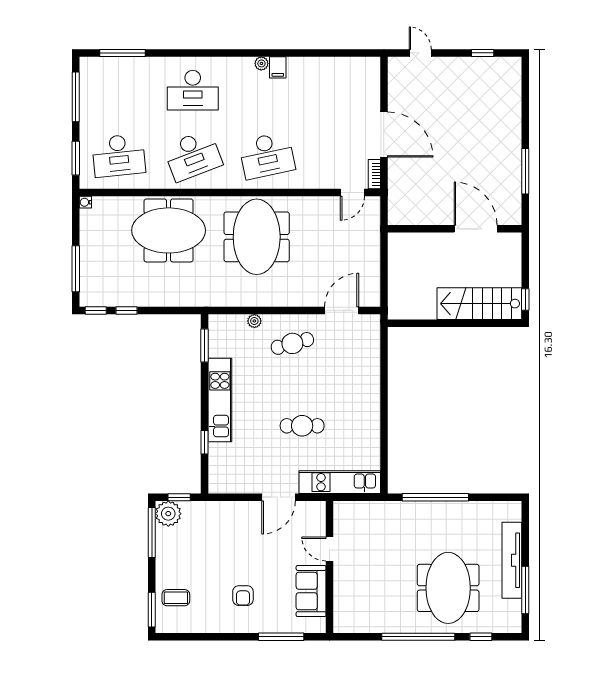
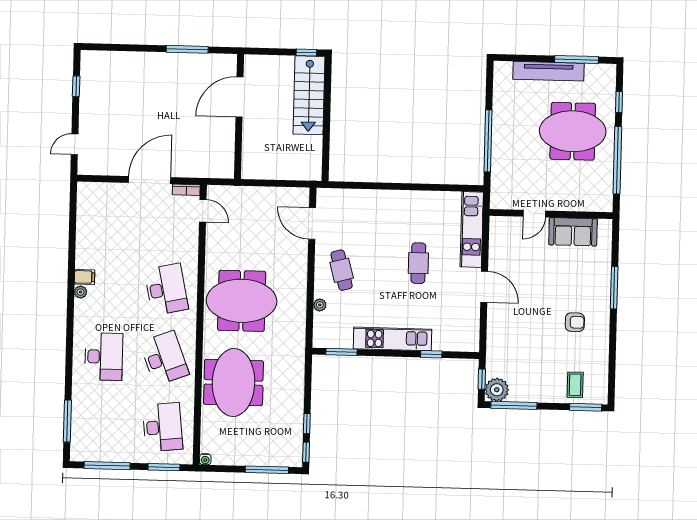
door: (330, 549) -> (534, 214), moved
wall: (330, 567) -> (551, 214), moved
sofa: (311, 591) -> (573, 232), moved

